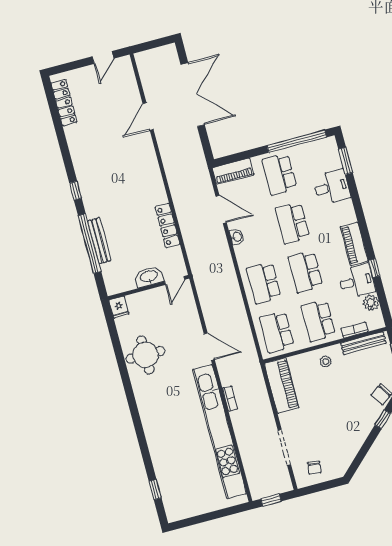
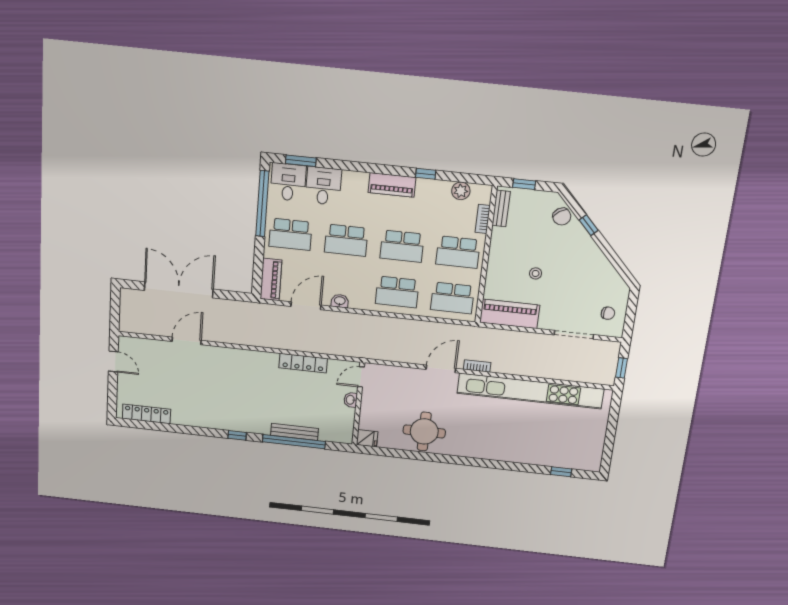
door: (148, 117) -> (187, 341), swing flipped
washbasin: (149, 277) -> (351, 400), width x0.52, depth x0.69
door: (175, 280) -> (361, 377), swing flipped
desk: (357, 281) -> (288, 182), moved
bench: (363, 343) -> (501, 208), width x0.73
stool: (326, 361) -> (536, 273), moved
bookcase: (230, 398) -> (477, 366), moved

